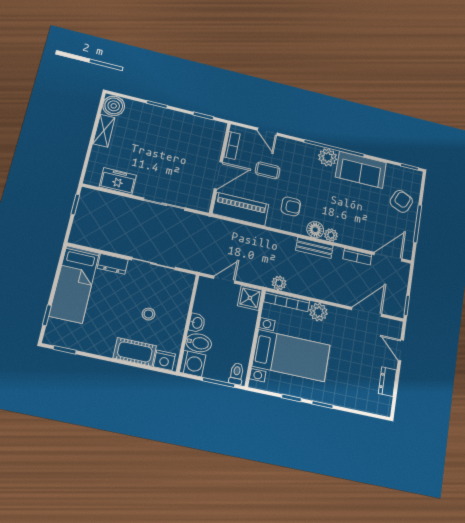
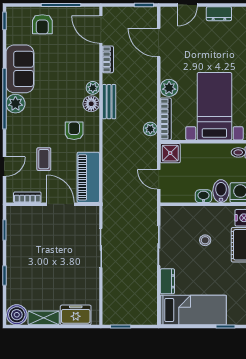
freezer: (118, 181) -> (76, 315), moved, turned 90
armchair: (401, 201) -> (42, 24), turned -114

